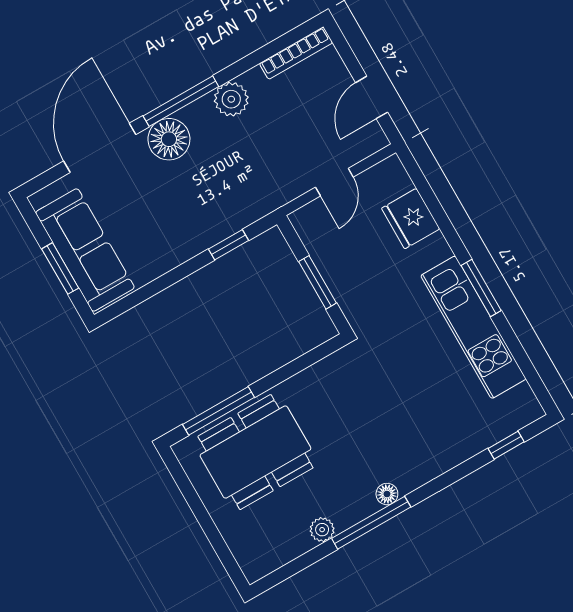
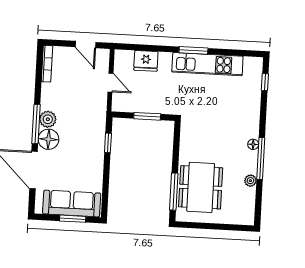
plant: (231, 99) -> (48, 119), moved

